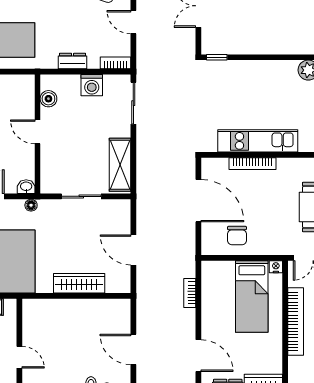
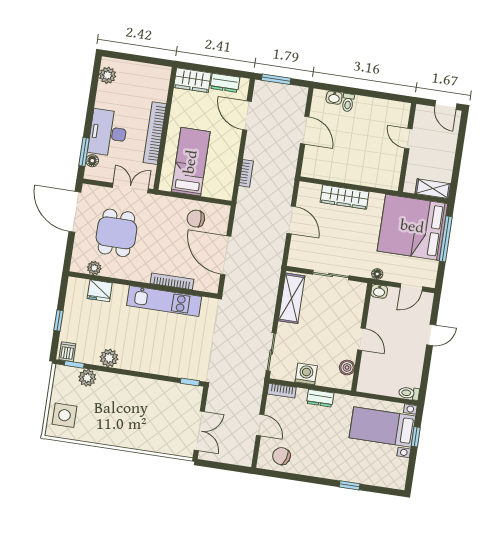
chair: (237, 236) -> (196, 219), turned -90
nightstand: (276, 267) -> (165, 185), removed

